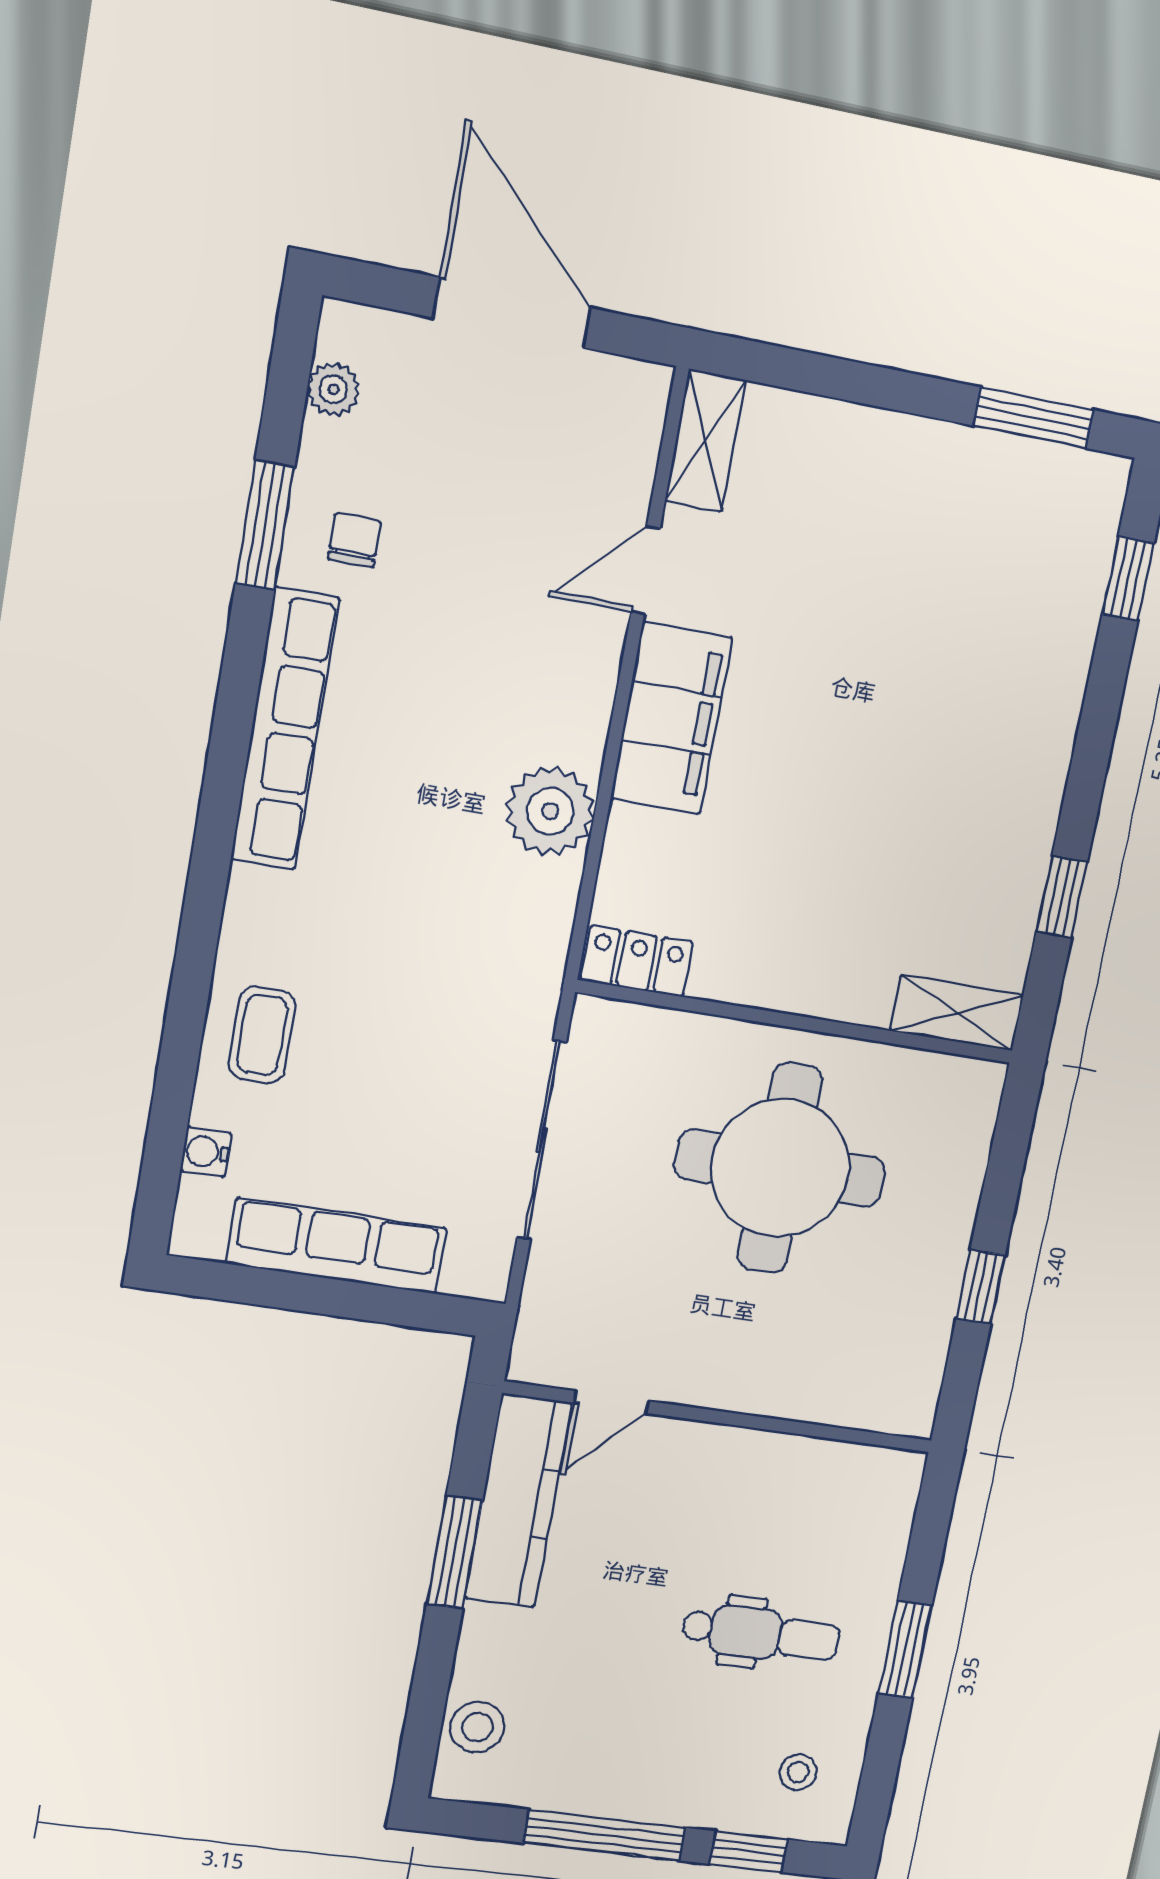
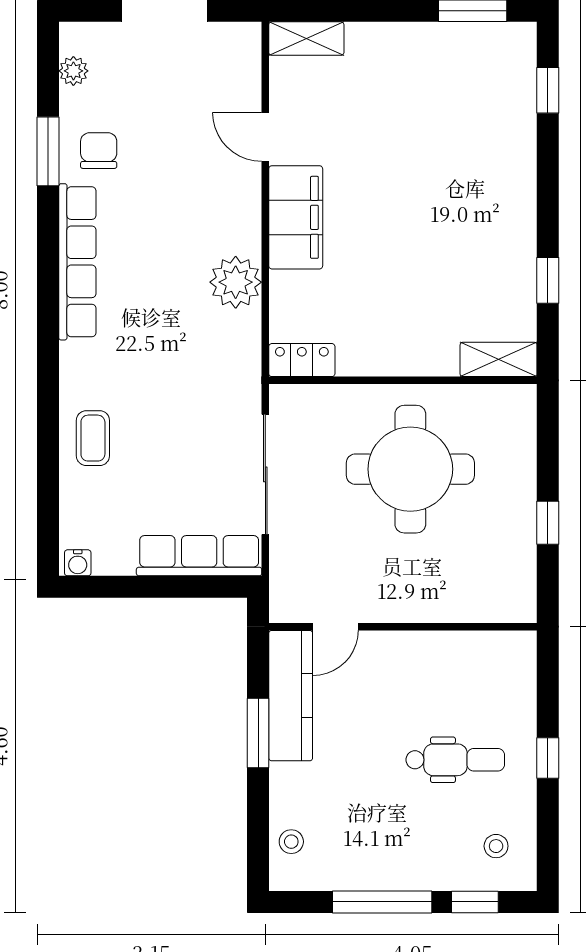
shelving: (705, 440) -> (306, 39), moved, turned 90
chair: (354, 540) -> (99, 151), width x1.37, depth x1.37
door: (646, 570) -> (265, 137), hinge flipped
water cooler: (206, 1152) -> (78, 563), moved, turned -90
row of seats: (337, 1246) -> (199, 556), moved
window: (905, 1650) -> (548, 758), width x0.67
stool: (477, 1727) -> (291, 842), width x0.73, depth x0.73

